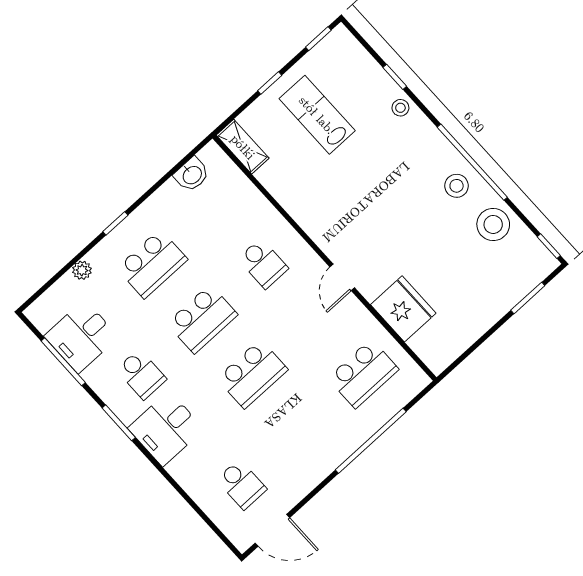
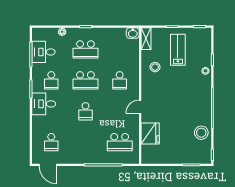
washbasin: (192, 175) -> (133, 33), moved
stool: (457, 186) -> (155, 67), moved
school desk: (252, 374) -> (85, 111), width x0.54

